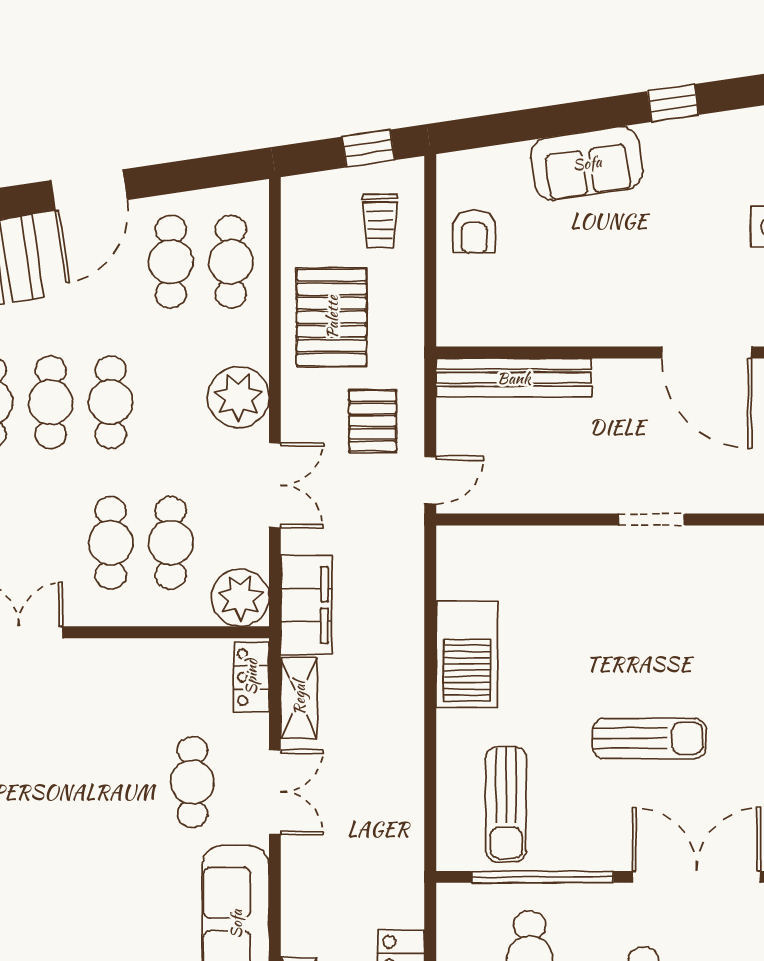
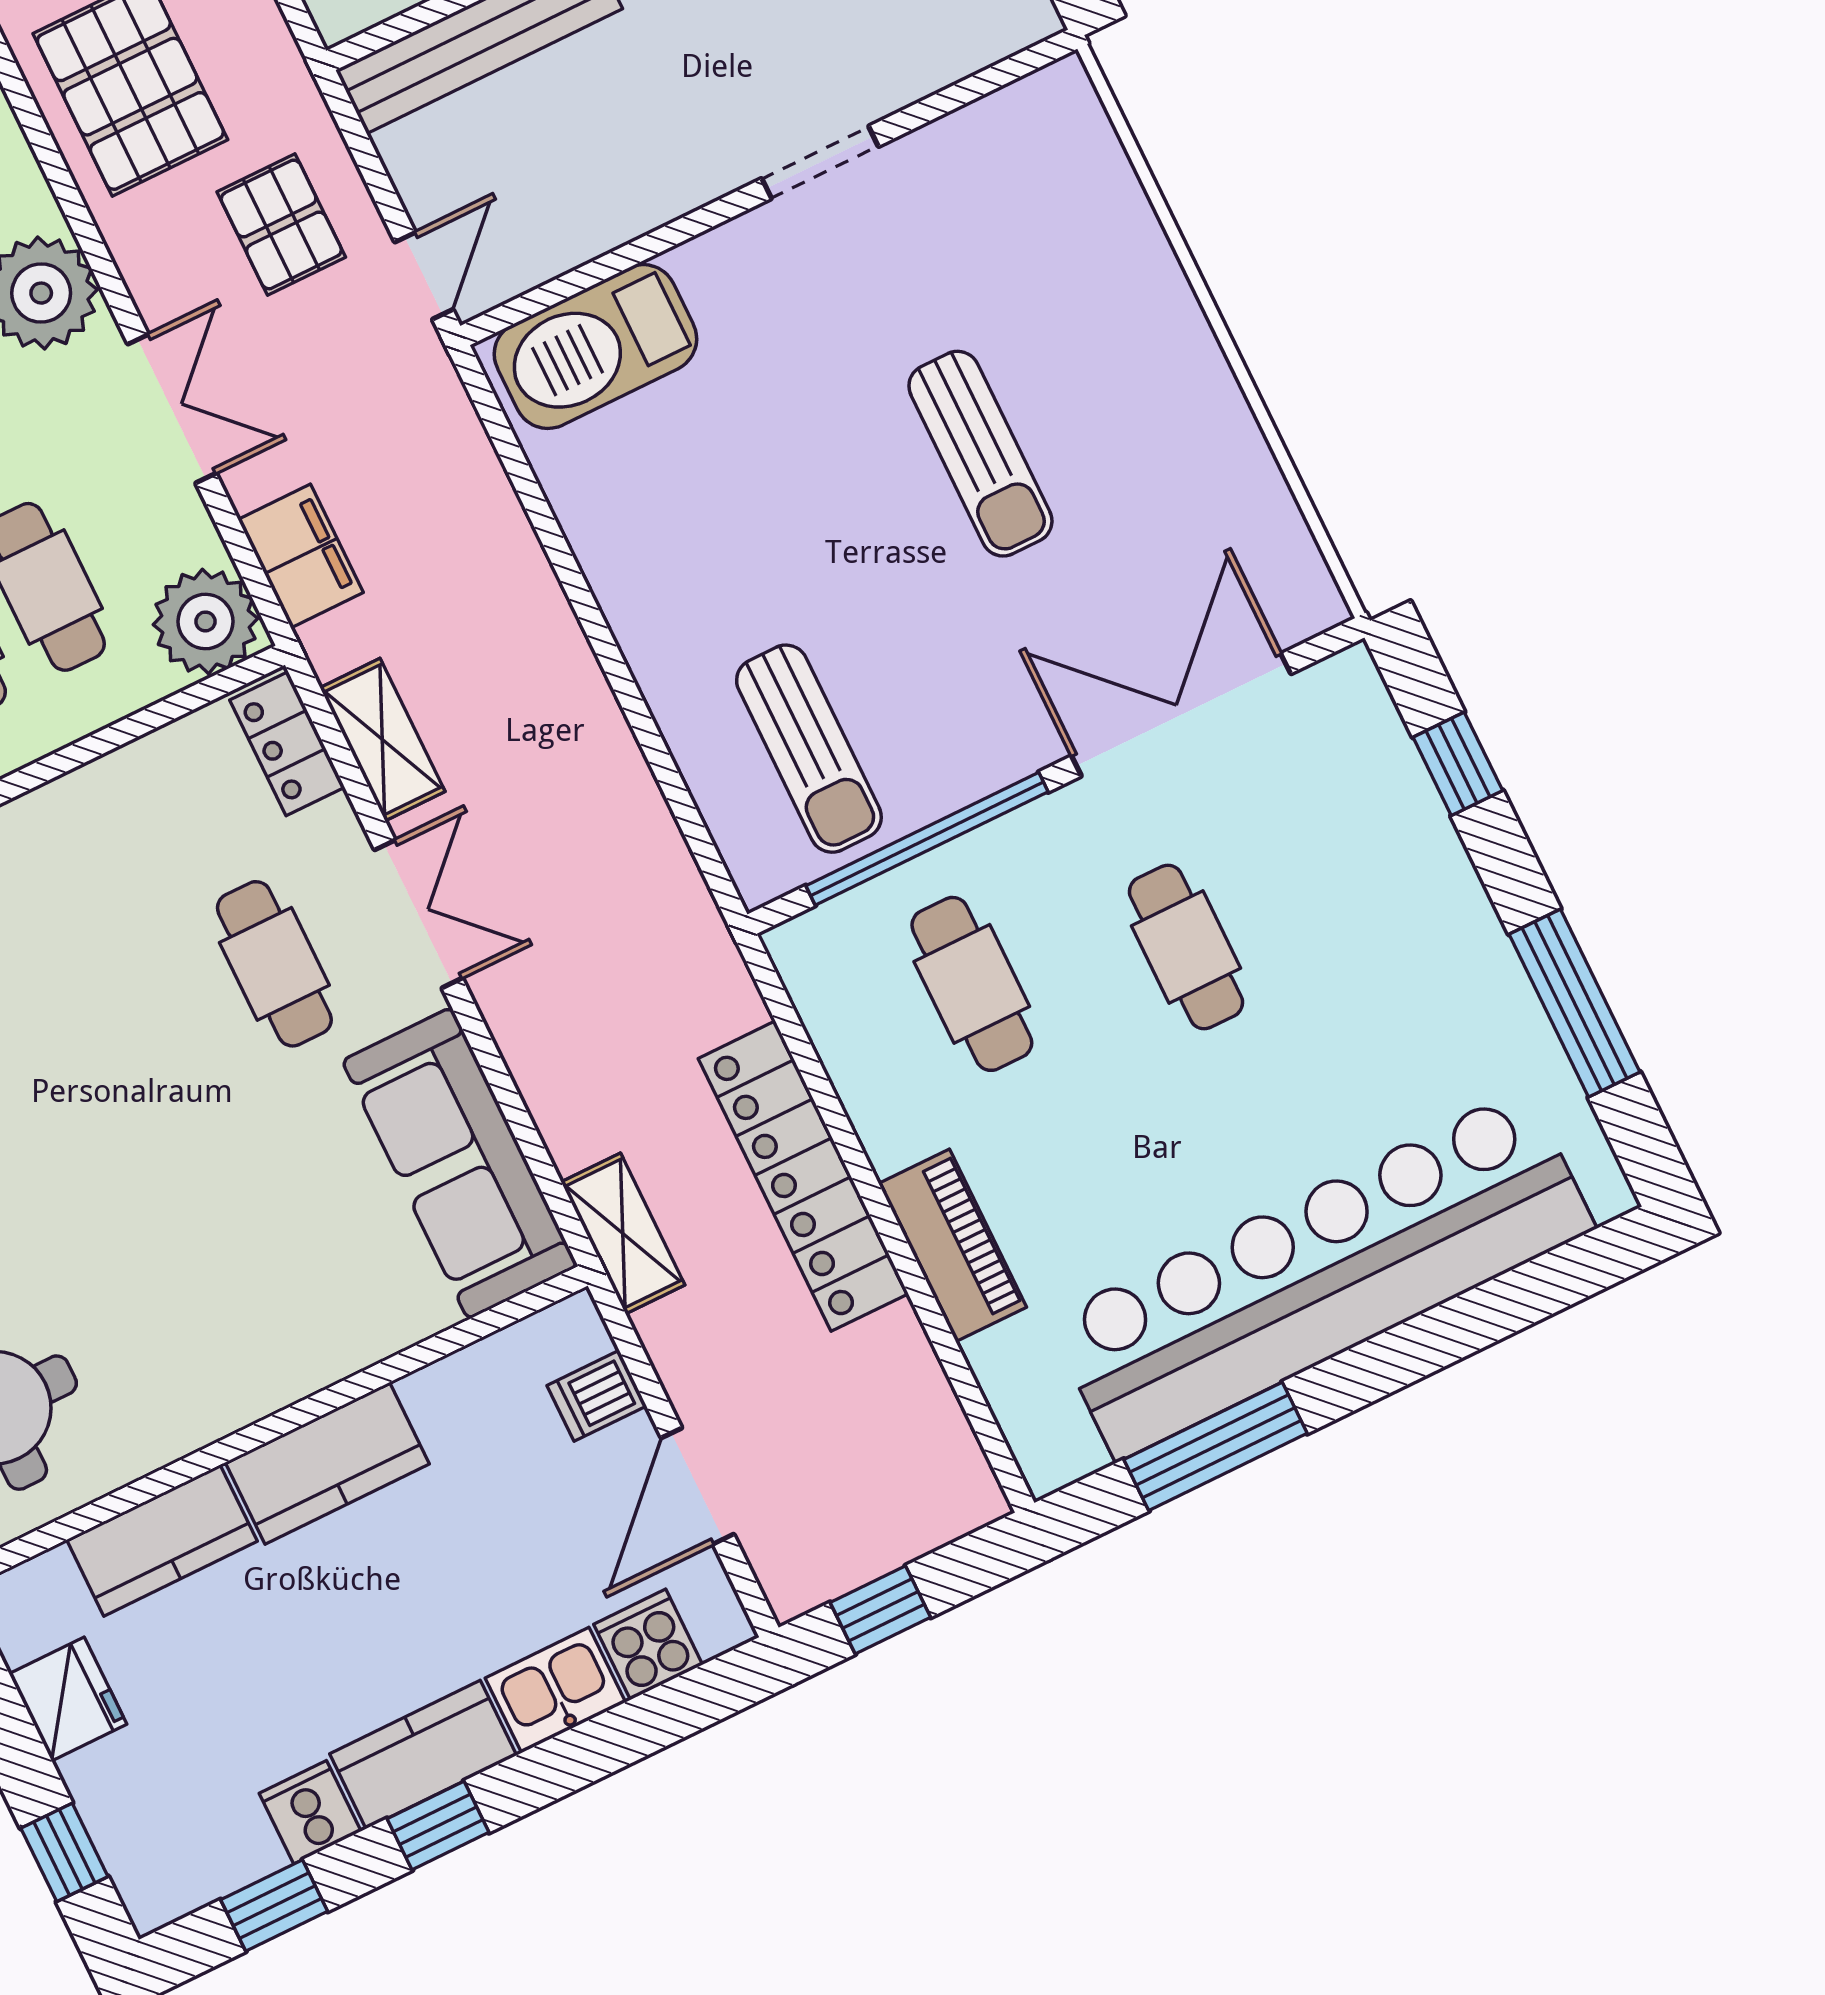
filing cabinet: (306, 605) -> (301, 556), width x0.67, depth x0.86
barbecue: (467, 654) -> (595, 347), moved, turned 90
sun lounger: (649, 738) -> (980, 454), moved, turned 90

